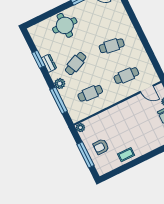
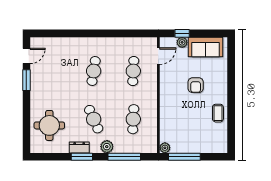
round table: (65, 25) -> (49, 125), moved
window: (38, 59) -> (82, 157), moved
armchair: (101, 147) -> (196, 85), moved
window: (86, 155) -> (184, 157), moved

